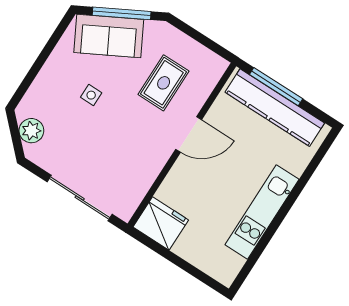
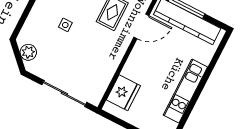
door: (189, 134) -> (141, 26), moved
fridge: (161, 223) -> (123, 93), moved, turned 90

